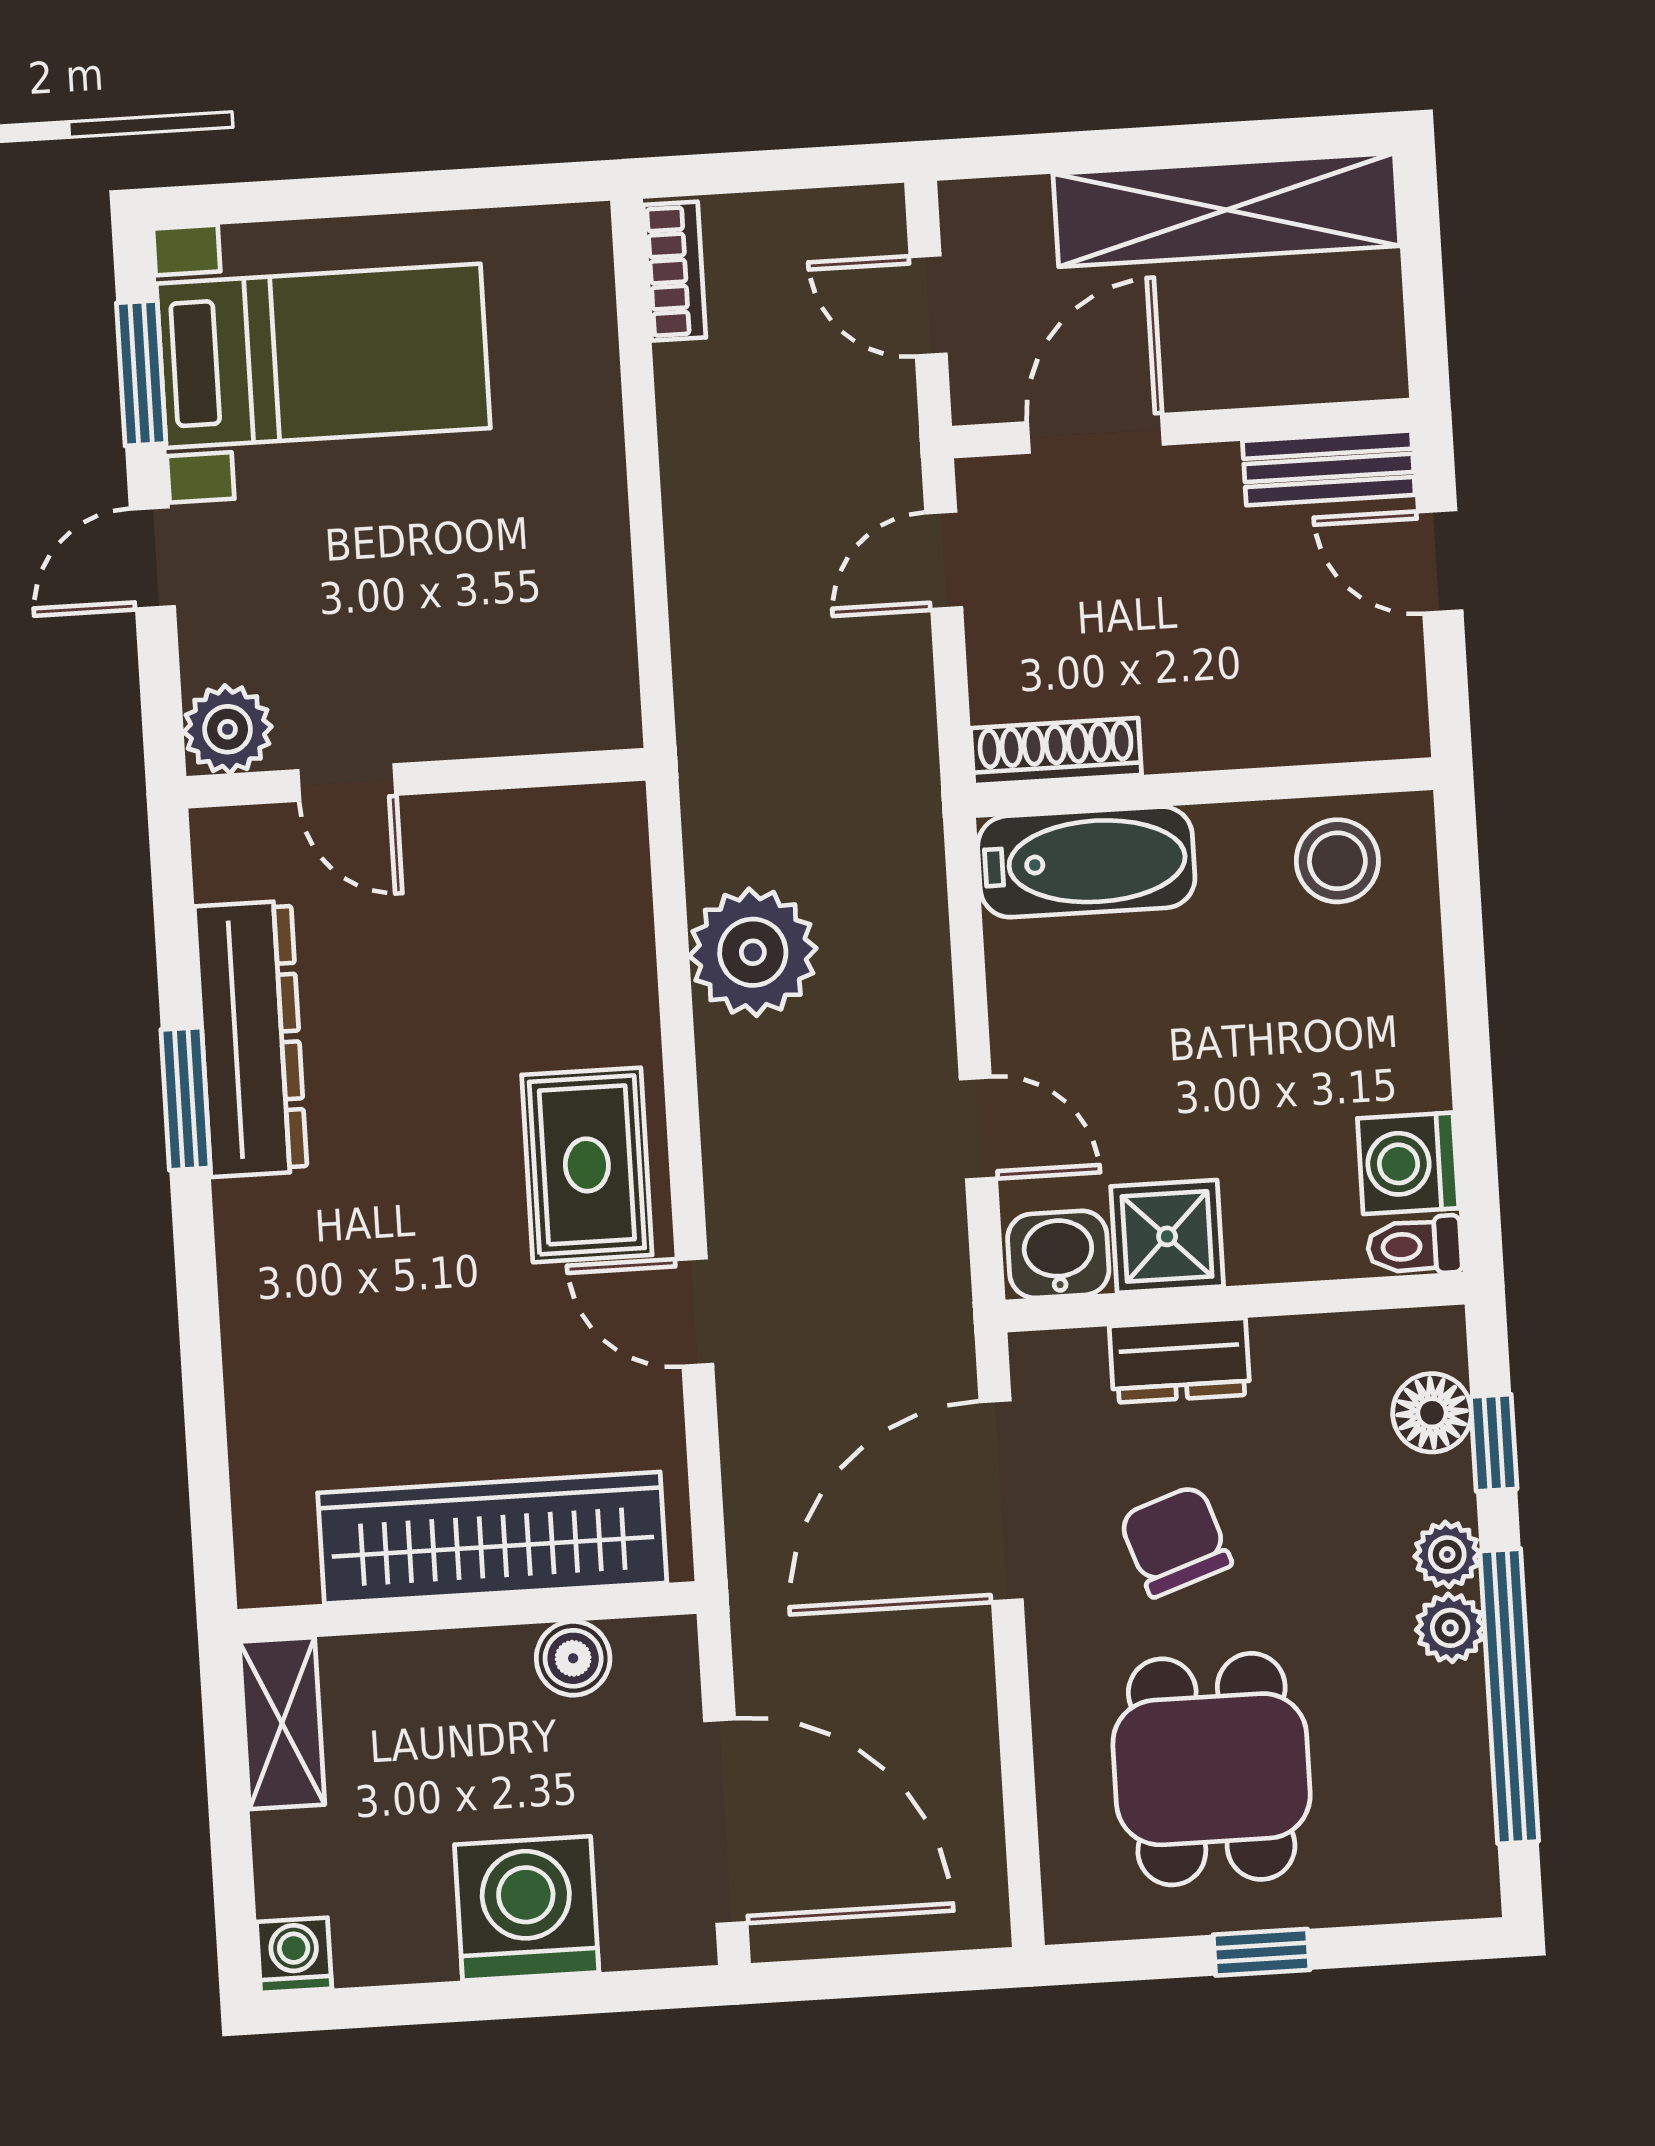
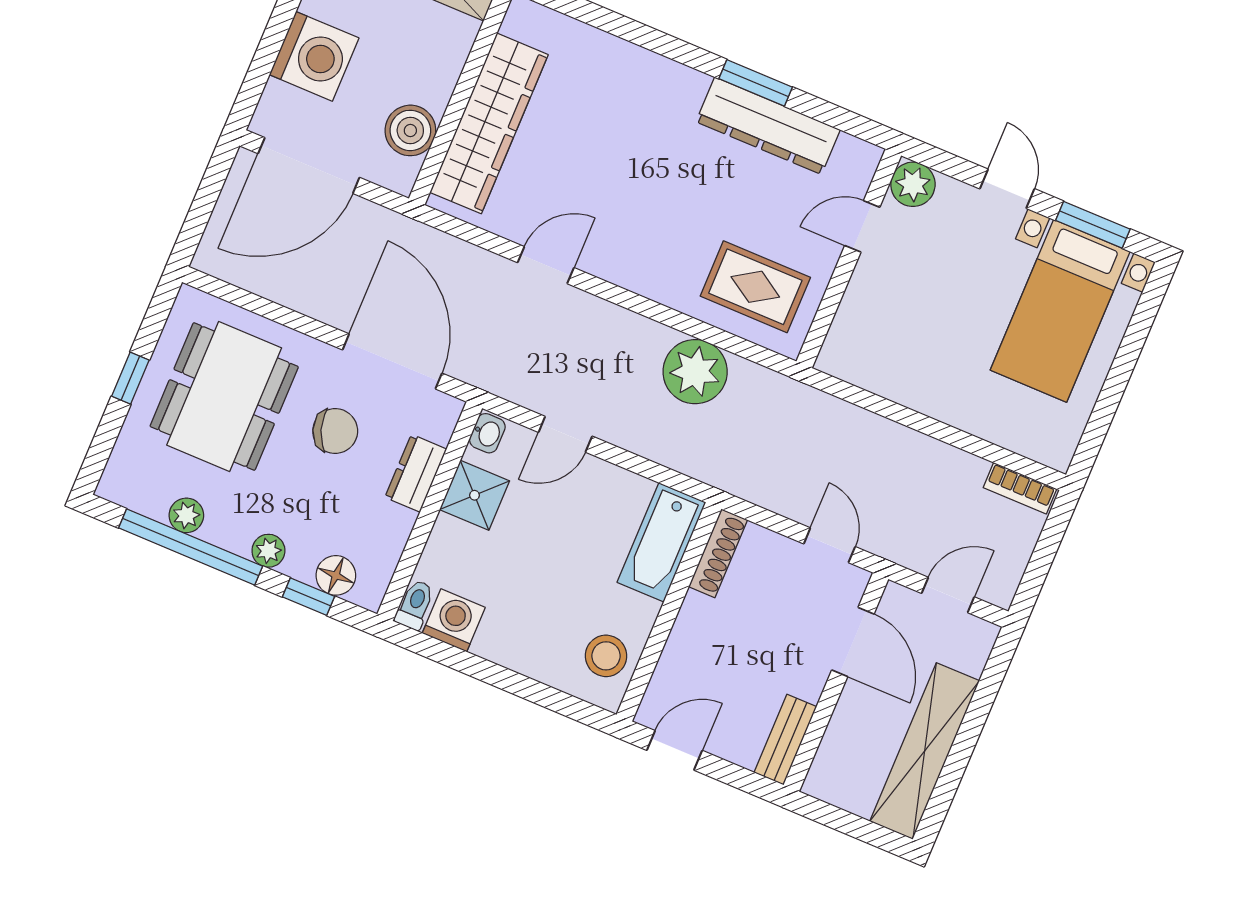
door: (1440, 561) -> (675, 750), moved
rug: (587, 1165) -> (755, 287), moved
washbasin: (1058, 1254) -> (487, 433), width x0.72, depth x0.69
plant: (1450, 1628) -> (186, 515), moved
boiler: (573, 1658) -> (410, 130), width x1.36, depth x1.36
dining table: (1212, 1769) -> (224, 396), width x1.38

